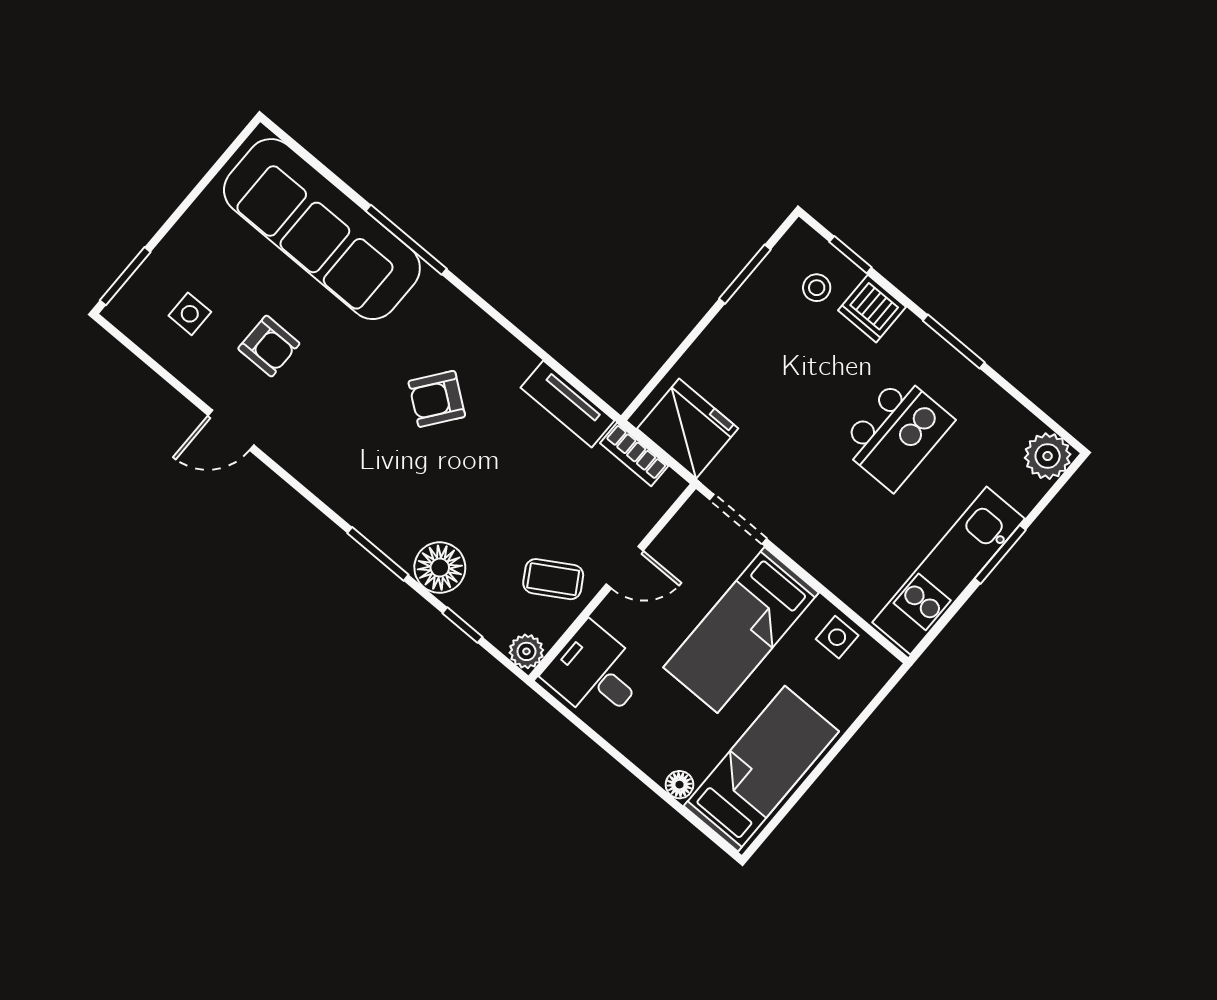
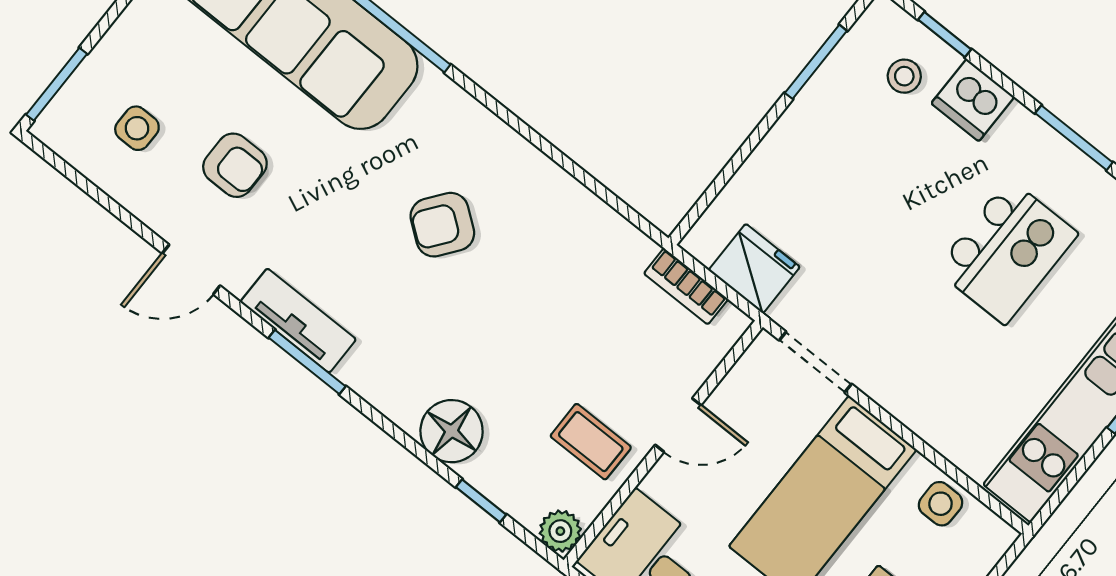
tv unit: (567, 404) -> (298, 321), moved, turned 180
fridge: (688, 428) -> (754, 269), width x0.73, depth x0.75
window: (378, 554) -> (307, 362), moved
coffee table: (553, 579) -> (591, 442), turned 31

